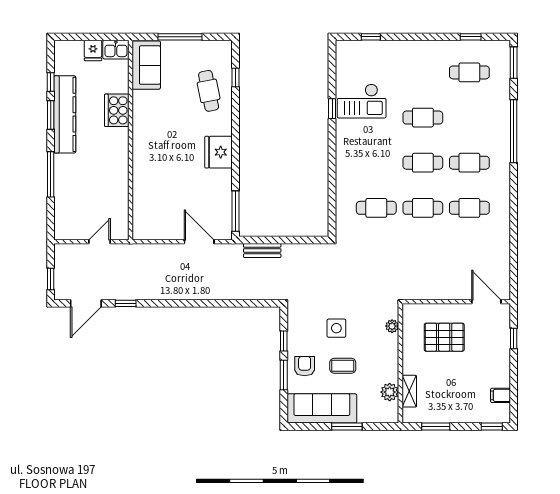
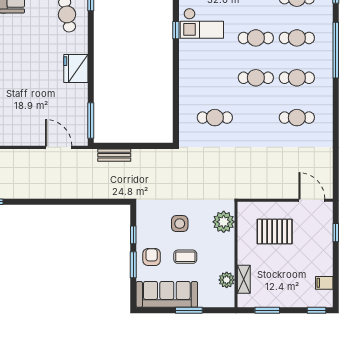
cafe table: (423, 208) -> (297, 38), moved
plant: (392, 326) -> (224, 222), width x1.88, depth x1.88

